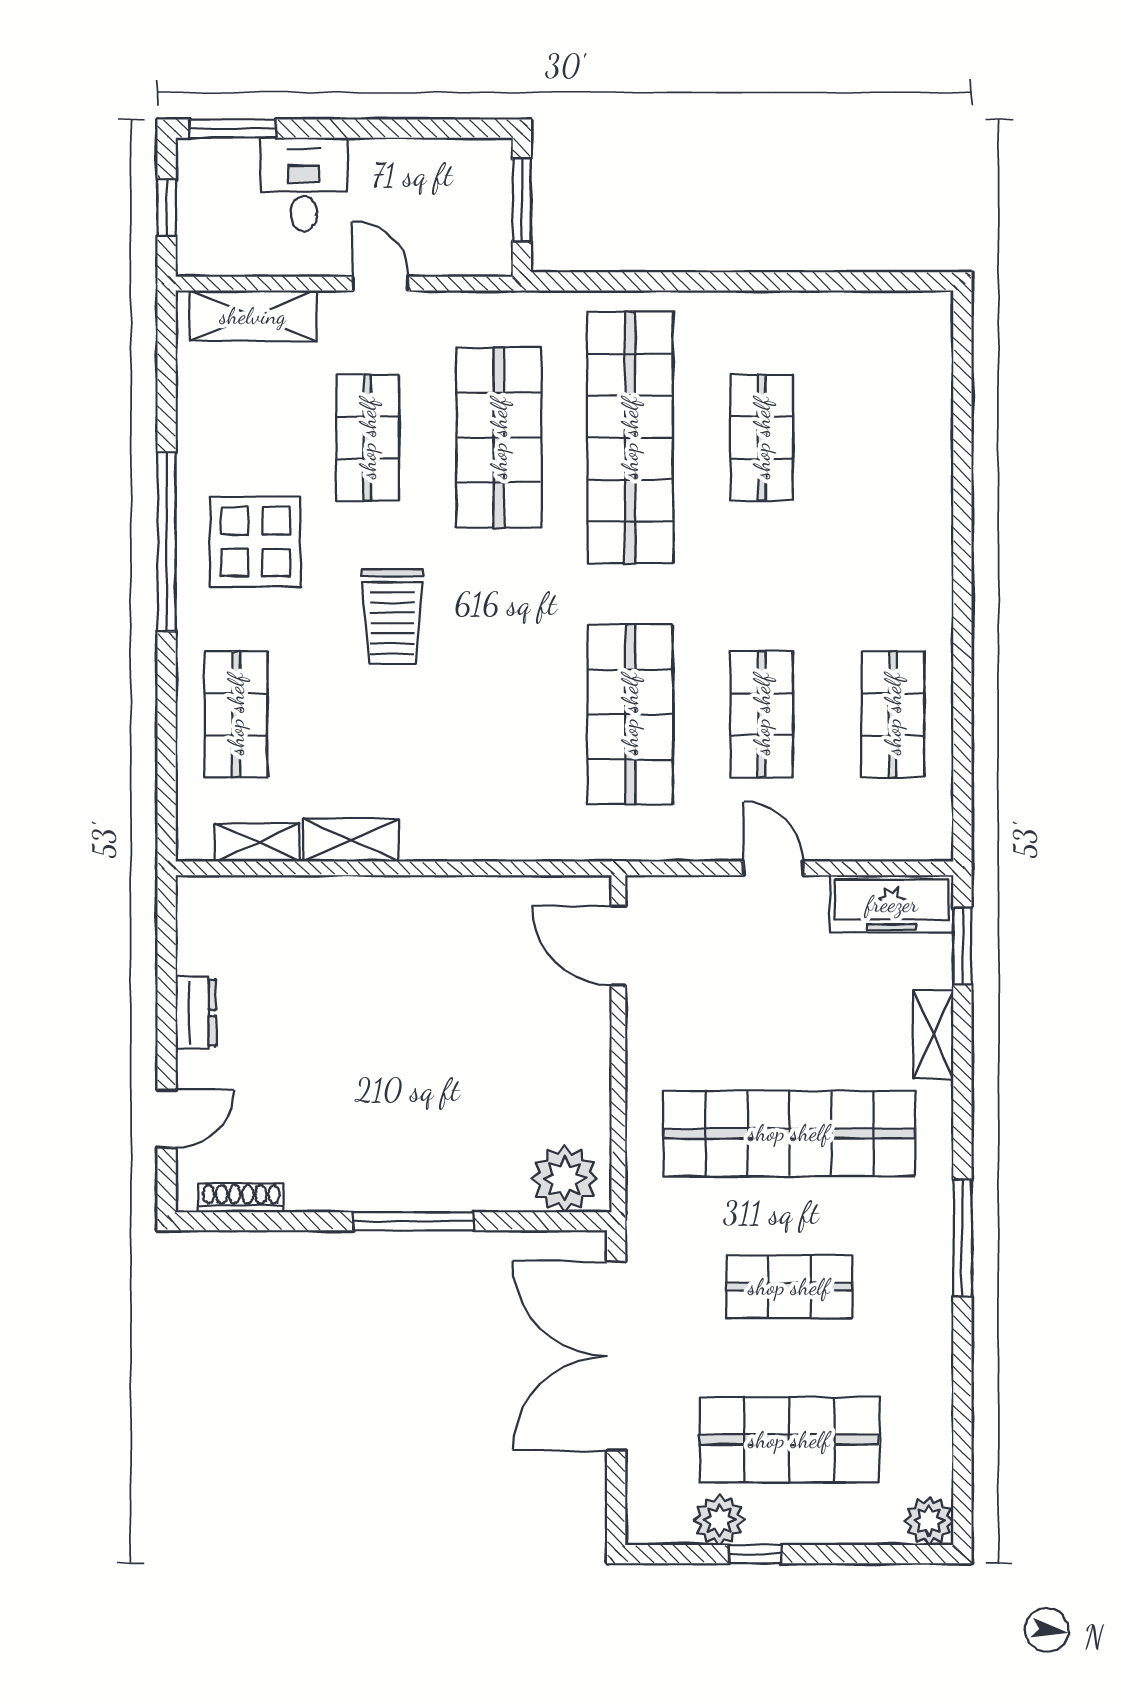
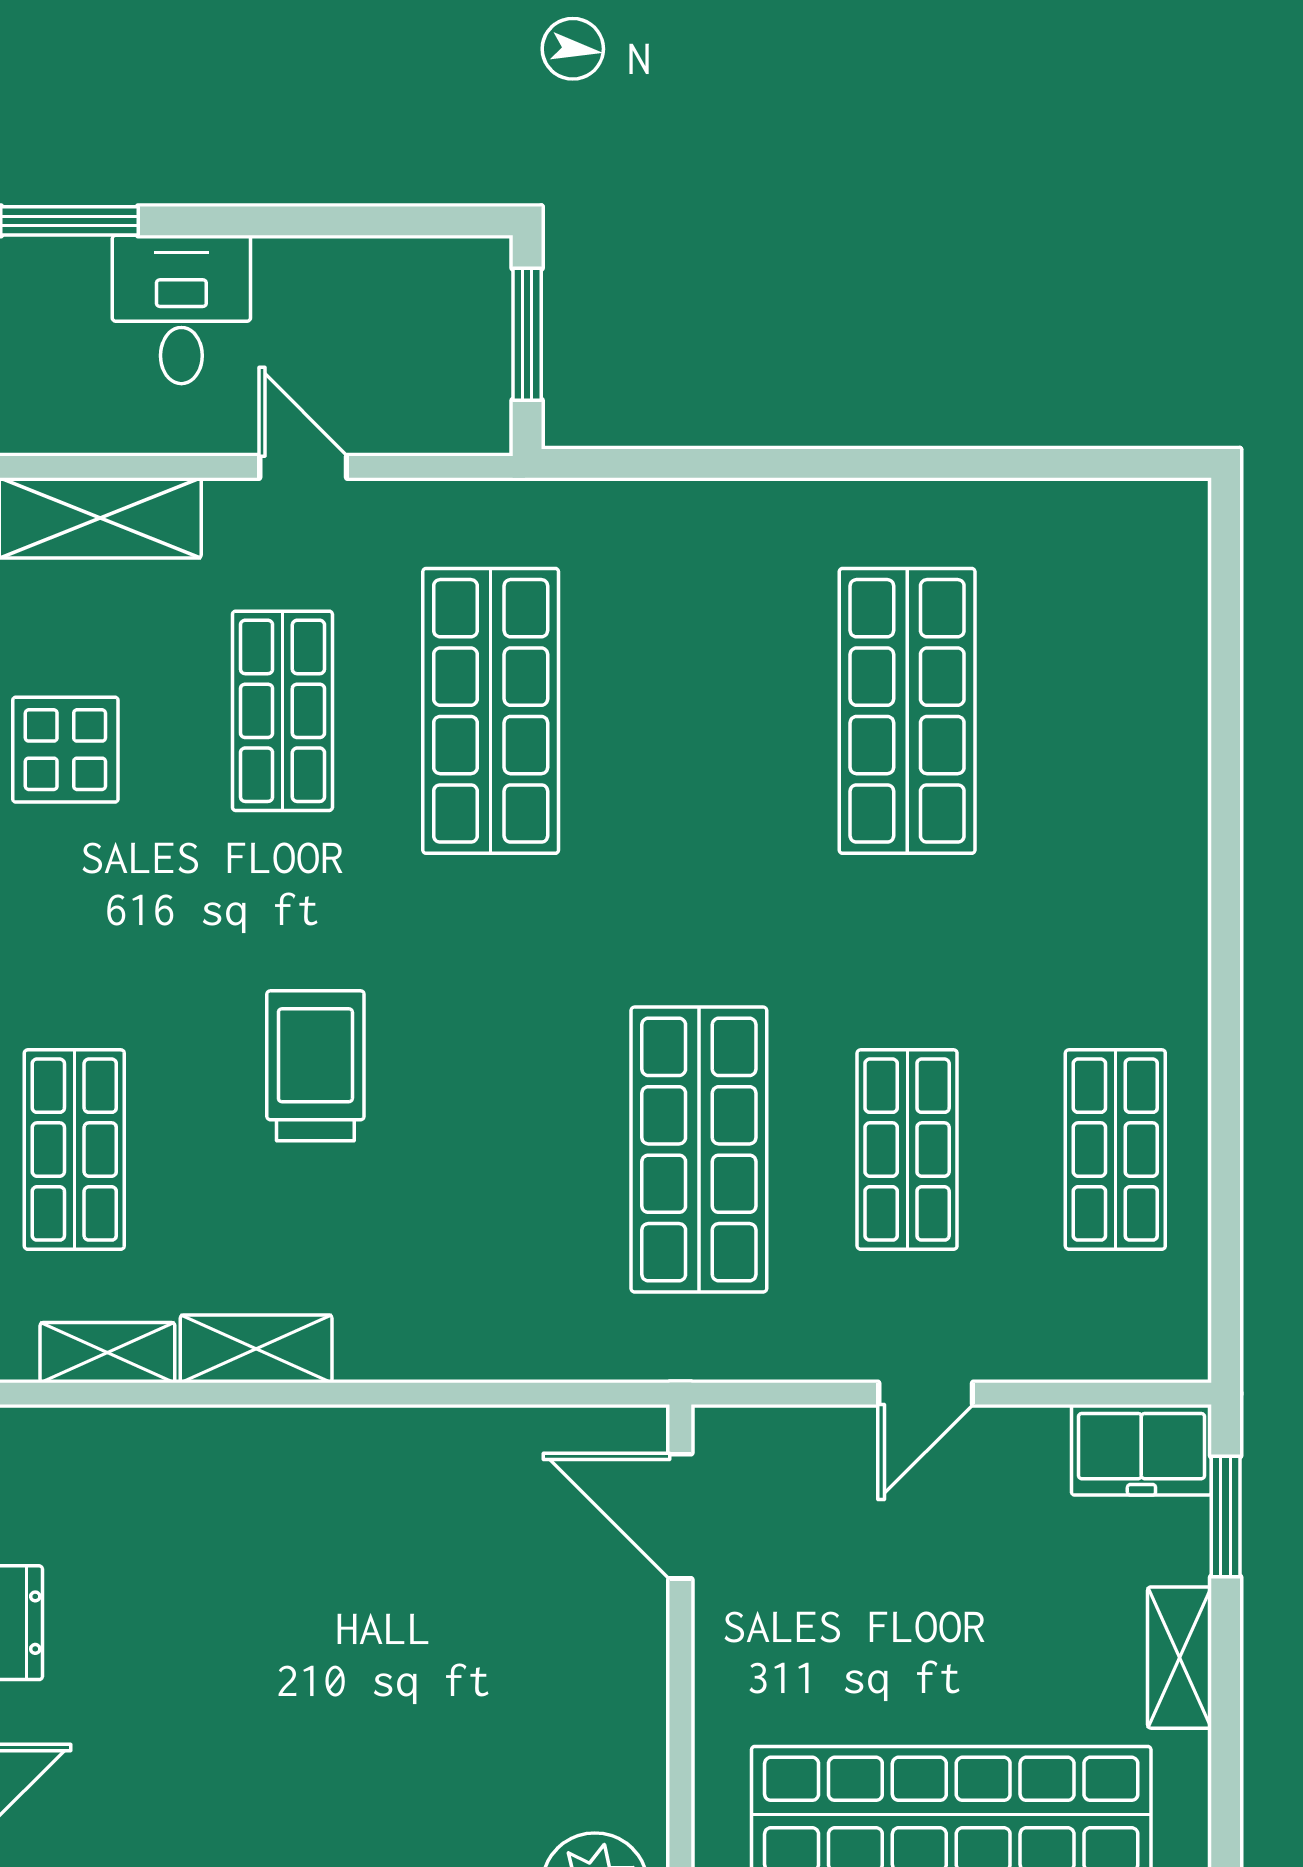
shop shelf: (630, 438) -> (699, 711), removed
shop shelf: (762, 438) -> (907, 711), width x1.43, depth x1.36
display table: (255, 542) -> (65, 750), moved, width x0.73, depth x0.73
trolley: (392, 617) -> (315, 1066), moved, turned 180
door: (773, 868) -> (926, 1394), swing flipped
freezer: (892, 904) -> (1141, 1450), width x0.71

